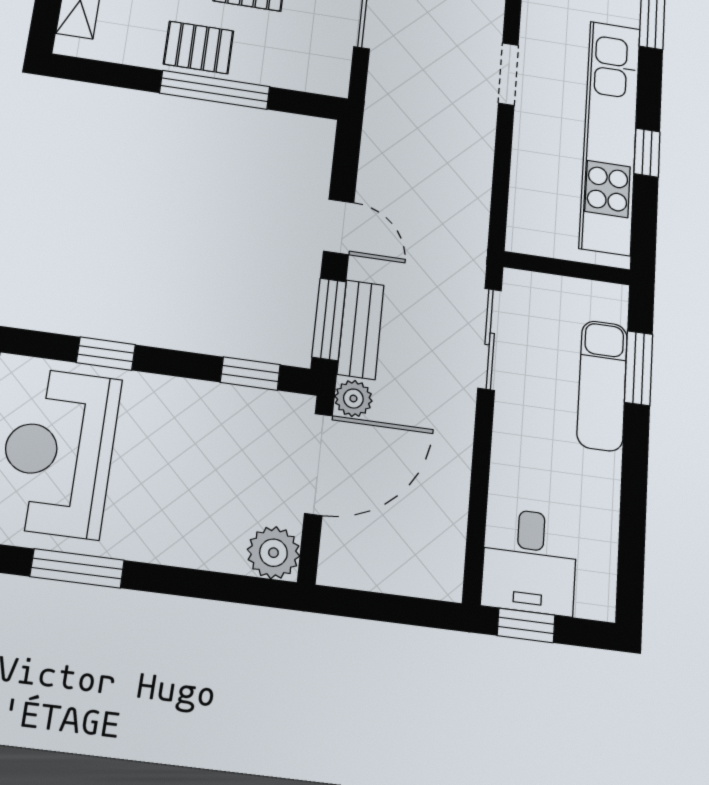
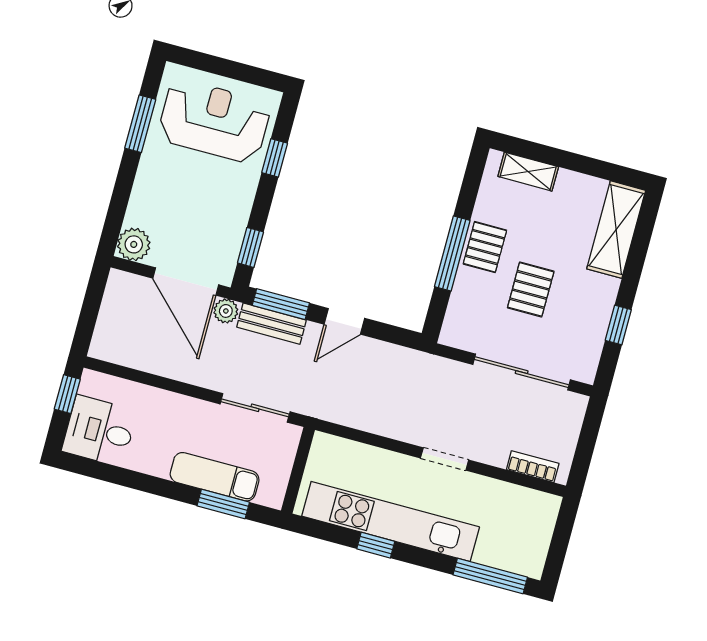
desk: (529, 561) -> (99, 431), moved

